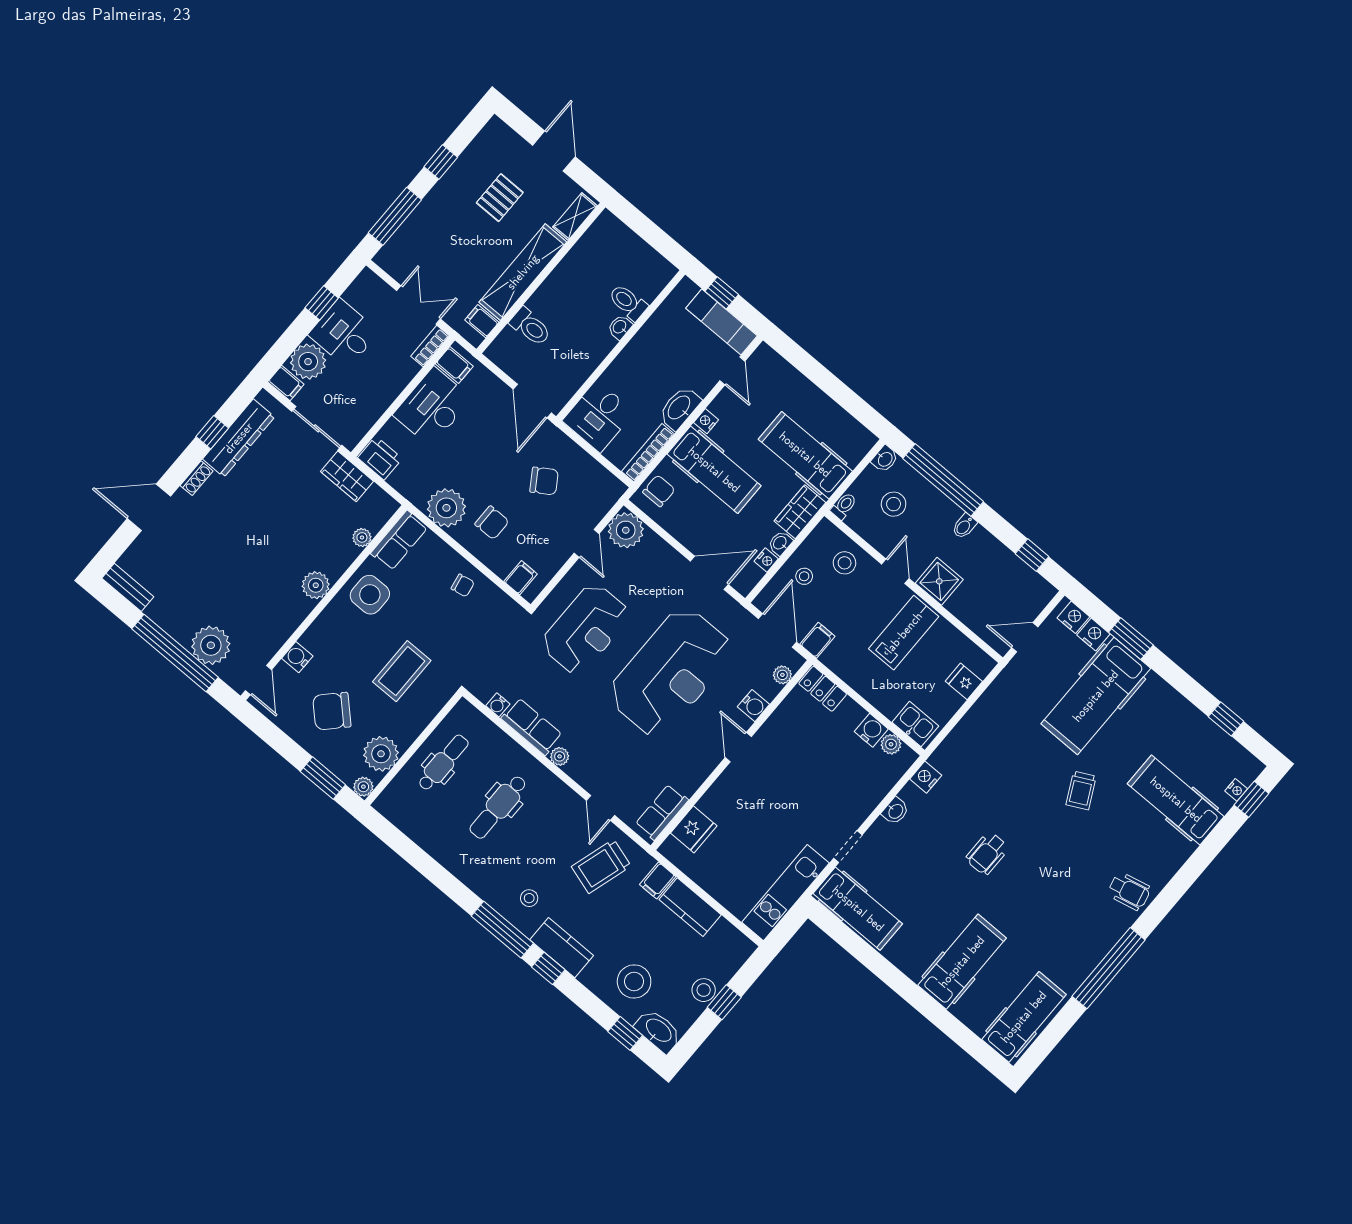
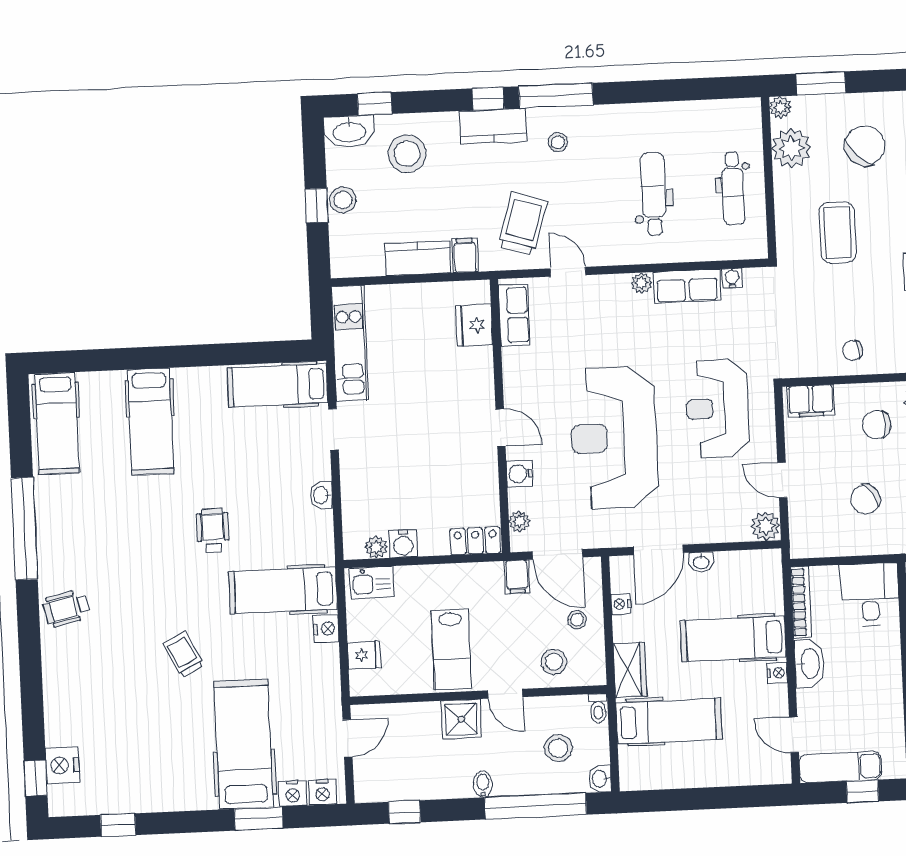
chair: (659, 491) -> (763, 579), removed
plant: (626, 530) -> (766, 526), width x0.73, depth x0.73
washbasin: (780, 543) -> (701, 562), moved, turned 90
filing cabinet: (521, 578) -> (811, 401), width x2.00
nightstand: (926, 777) -> (326, 629), moved
nightstand: (1236, 790) -> (62, 765), width x1.89, depth x1.79
hospital bed: (1176, 800) -> (283, 591), moved, turned 180

